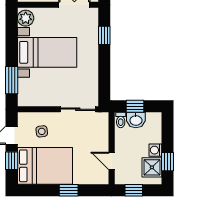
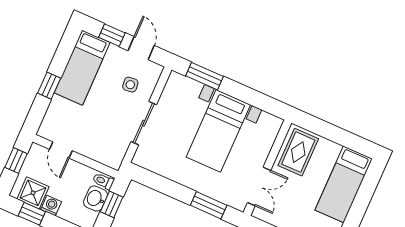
plant: (26, 18) -> (268, 124), removed
window: (104, 35) -> (209, 205), width x1.50
sliding door: (78, 109) -> (144, 123), moved
door: (112, 161) -> (61, 150), swing flipped
bed: (45, 166) -> (82, 68), width x0.67

